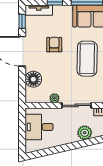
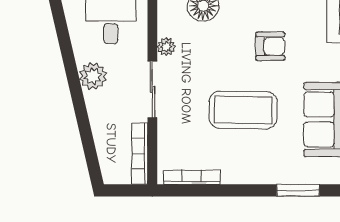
plant: (85, 133) -> (93, 76), moved

